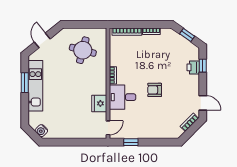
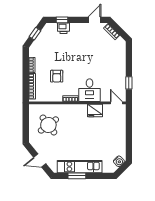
round table: (83, 50) -> (48, 125), turned 38
armchair: (155, 90) -> (57, 76), moved

